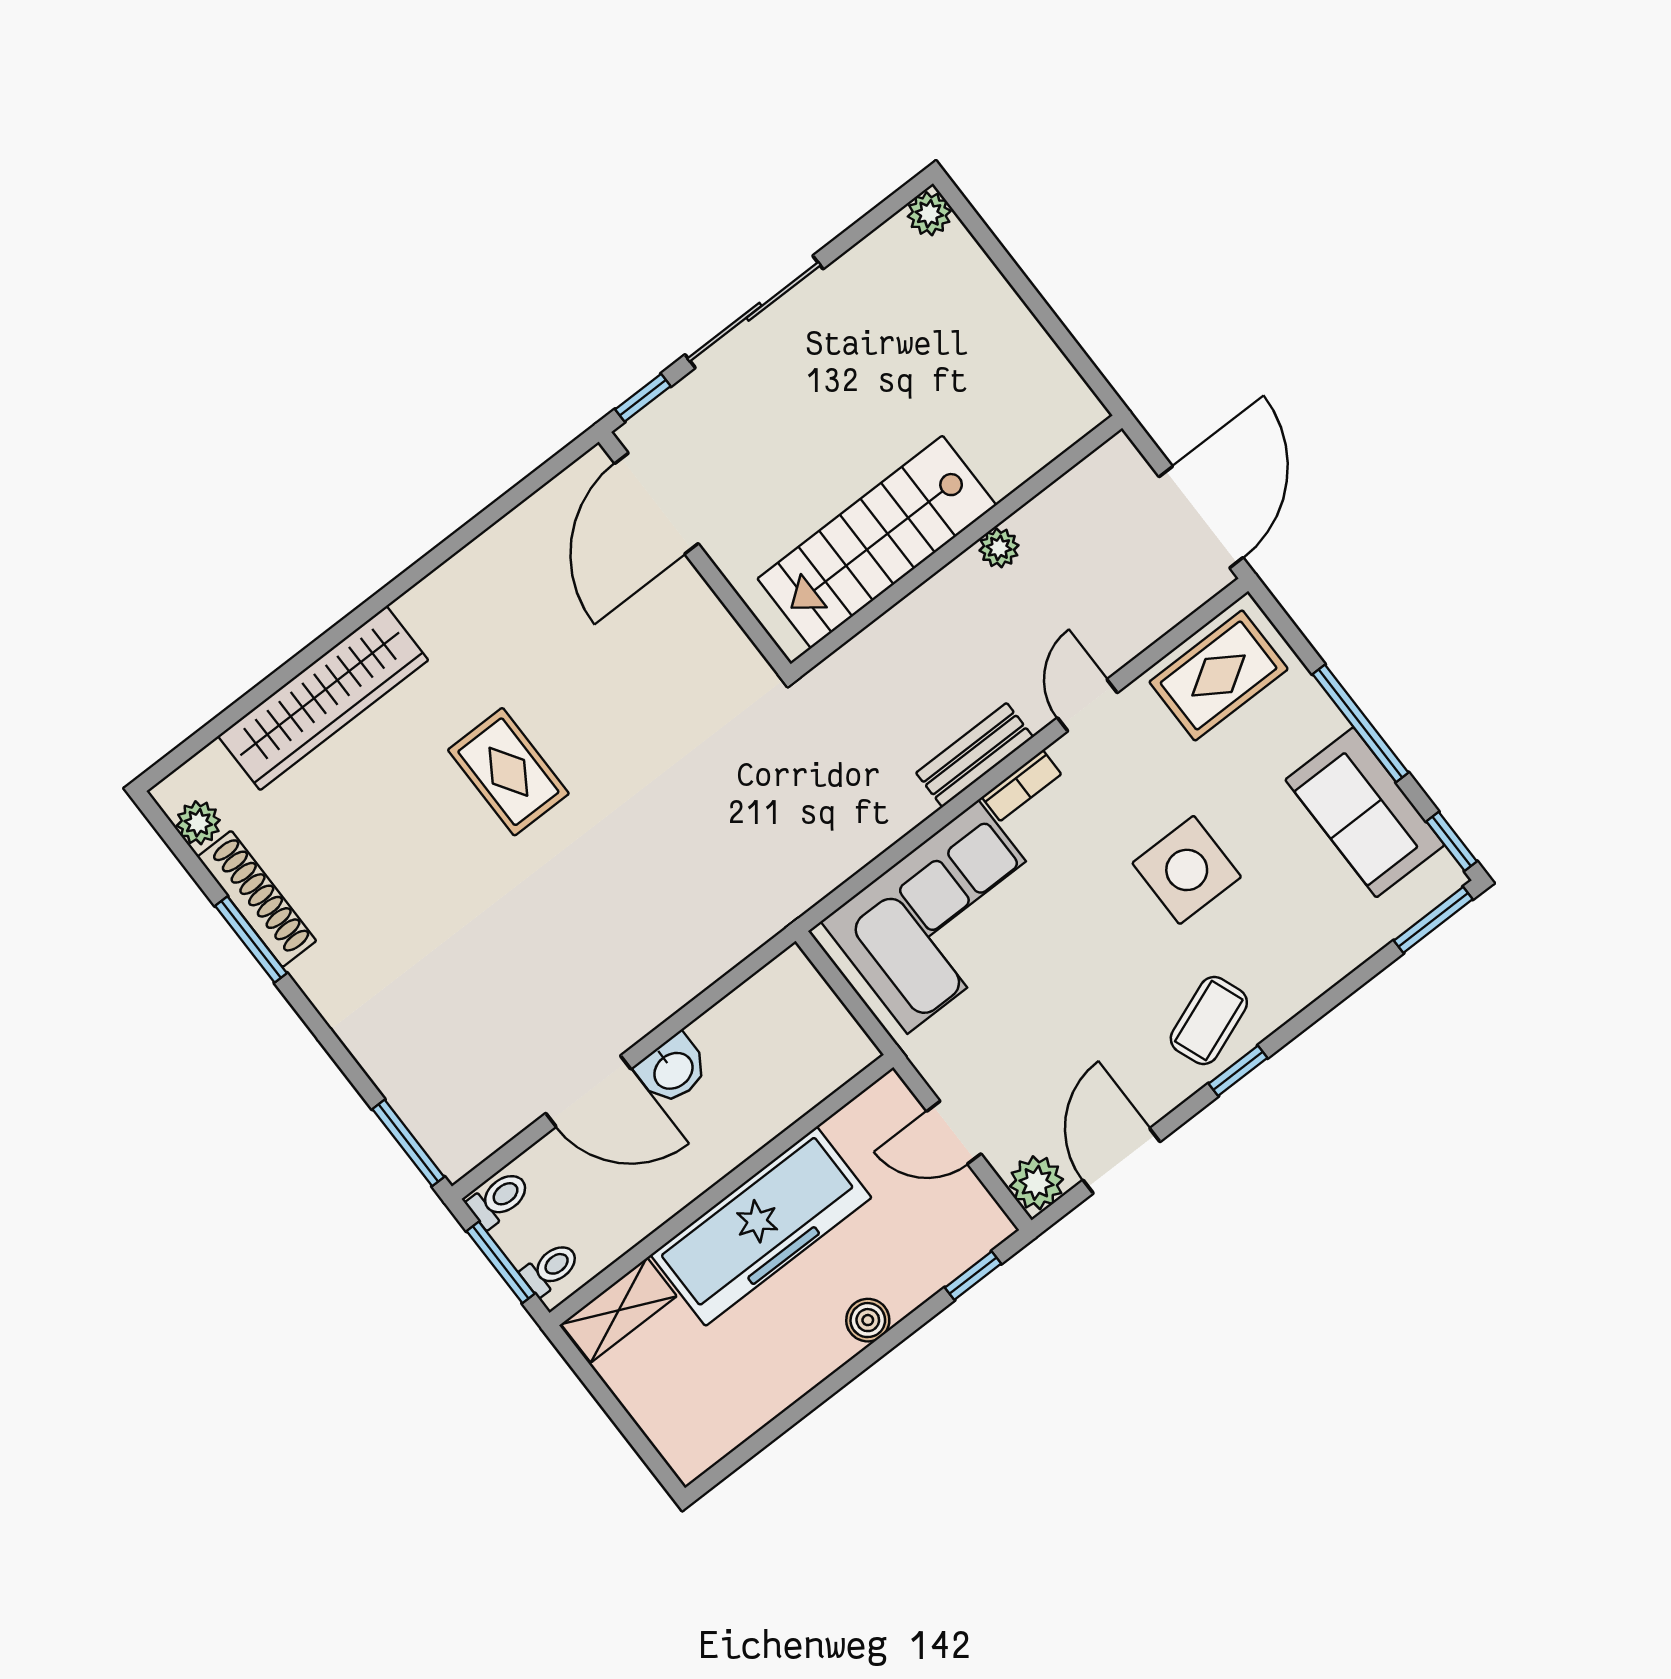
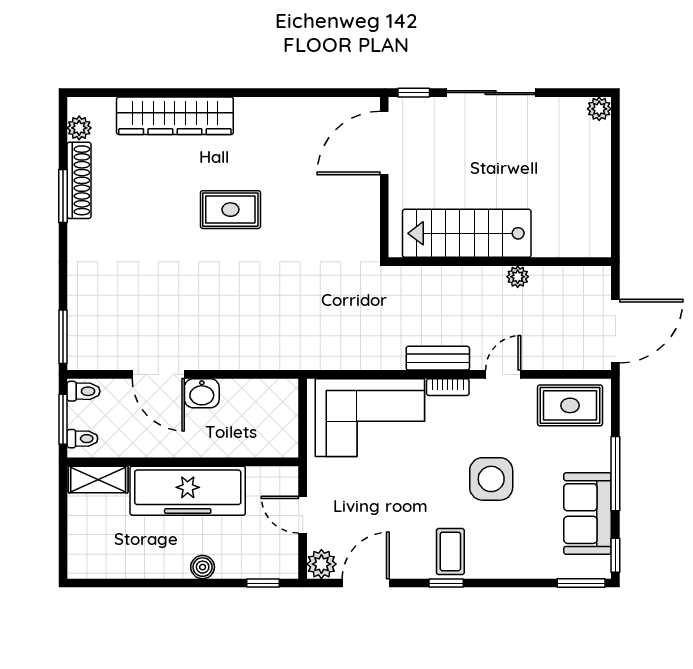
rug: (508, 772) -> (230, 210), turned 90
coffee table: (1209, 1021) -> (450, 551), turned -69

